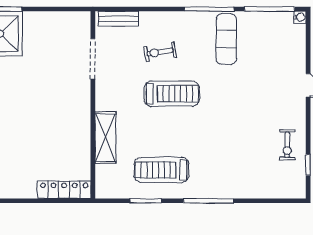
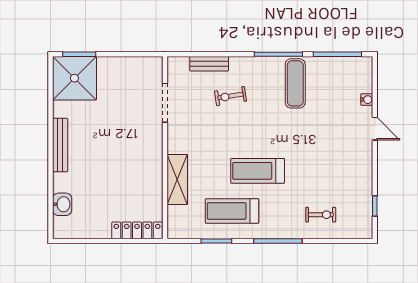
water cooler: (300, 17) -> (367, 100), moved
bench: (118, 19) -> (209, 64), moved
treadmill: (172, 94) -> (258, 171), moved, turned 180
exercise bike: (287, 145) -> (321, 215), moved, turned -90

